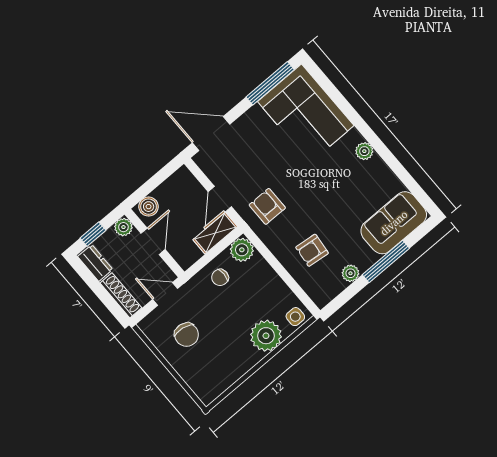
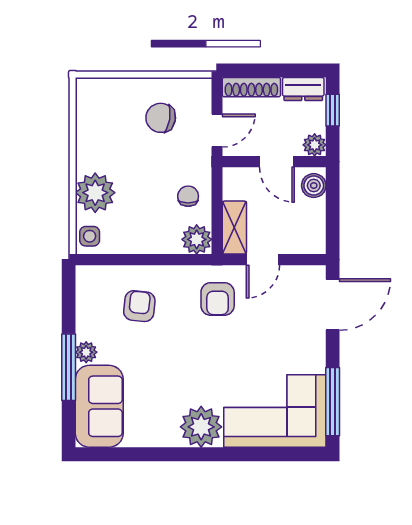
plant: (364, 151) -> (201, 427), width x1.87, depth x1.87
door: (220, 199) -> (263, 260), swing flipped
armchair: (267, 206) -> (218, 299), turned 90
plant: (350, 273) -> (86, 352), moved

